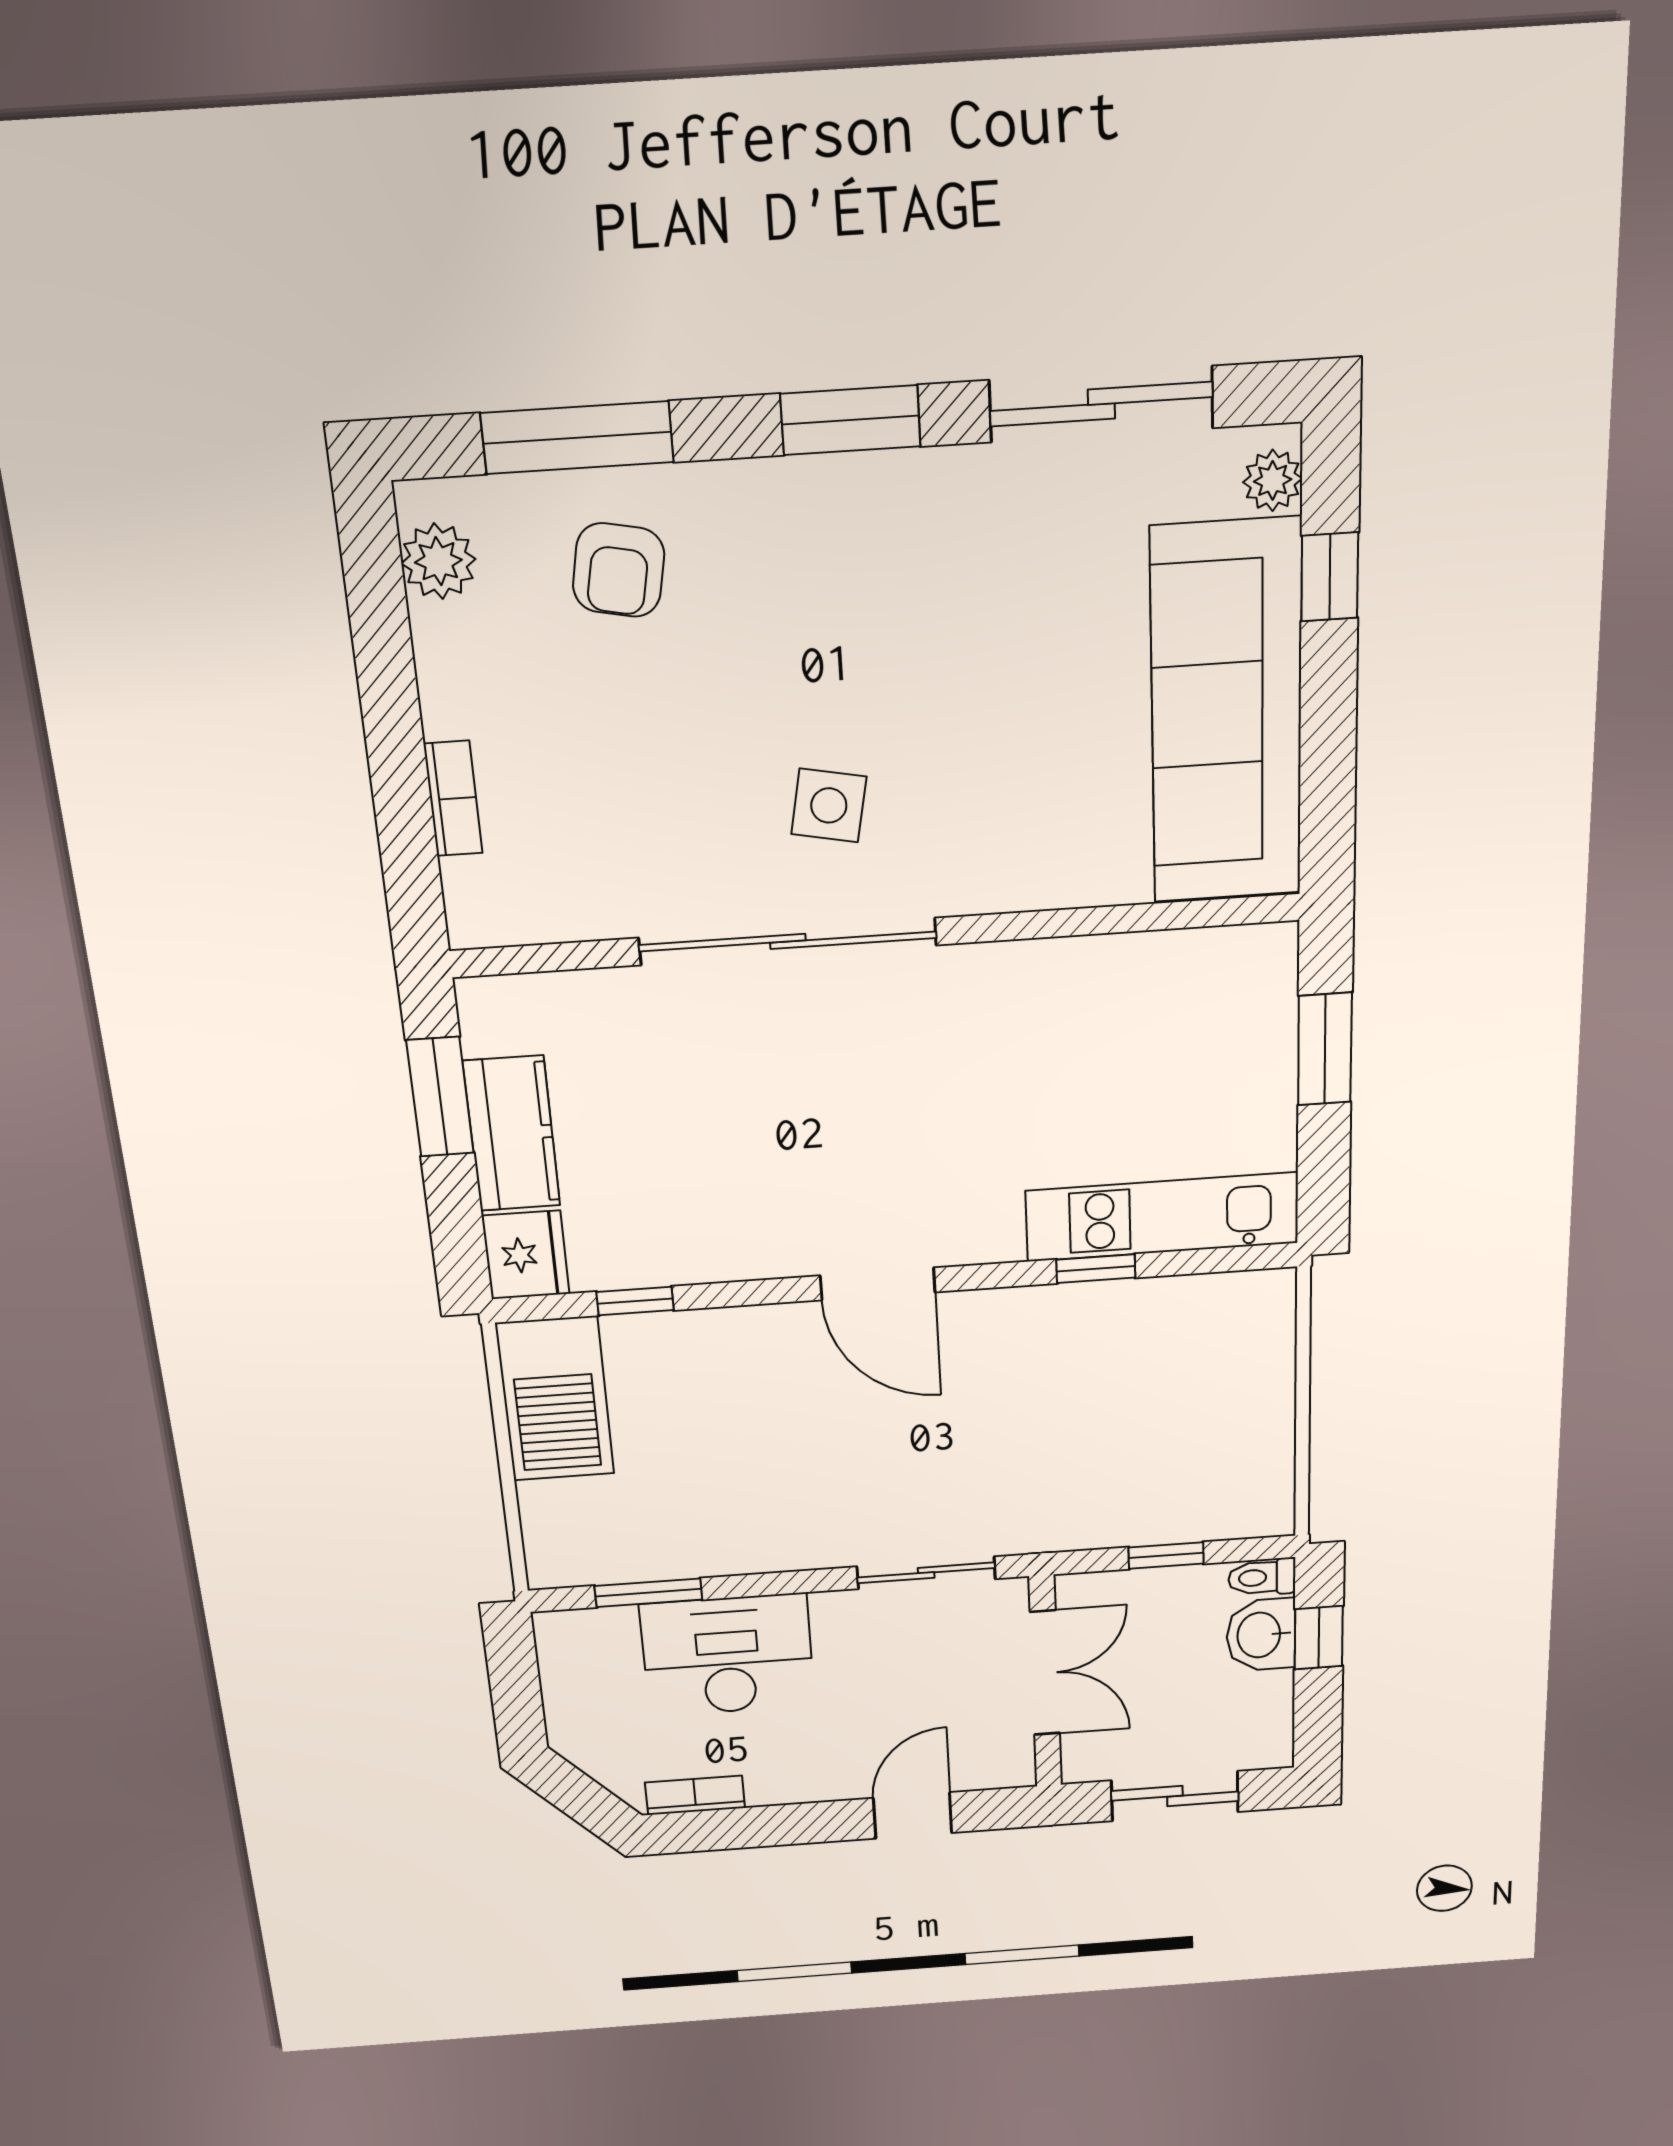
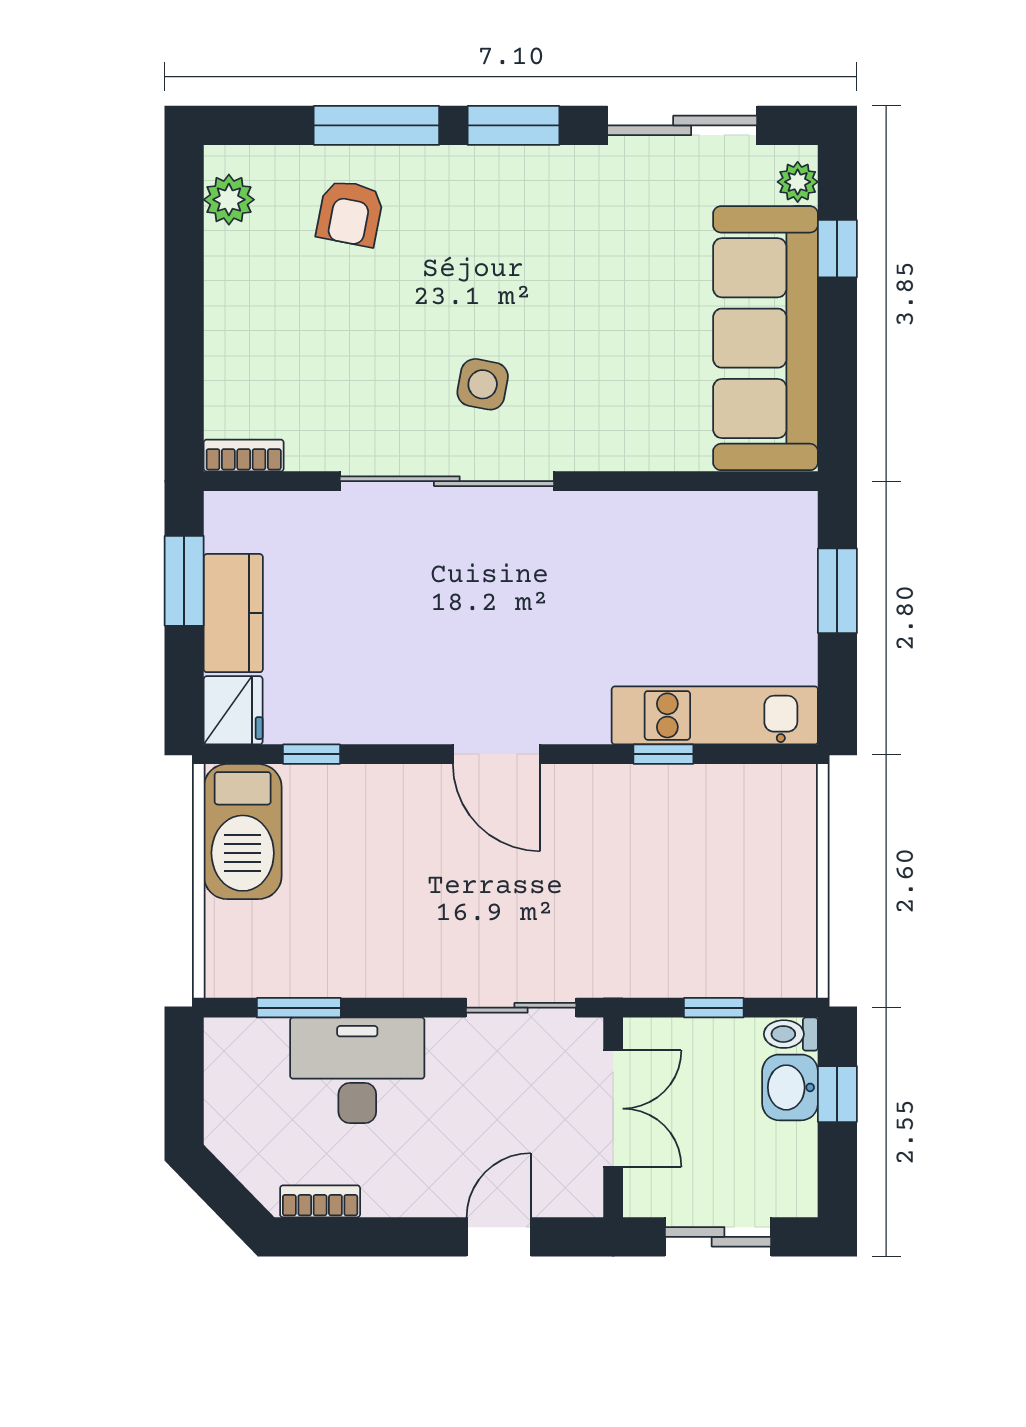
window: (577, 438) -> (376, 125), moved
bookcase: (453, 799) -> (244, 456), moved, turned -90

